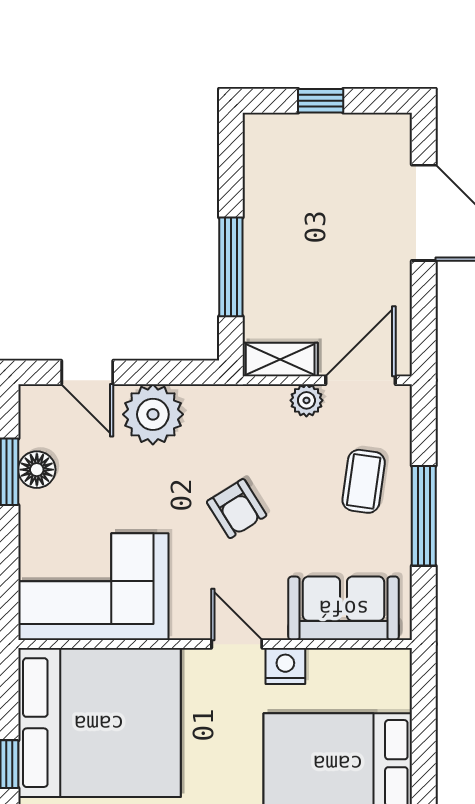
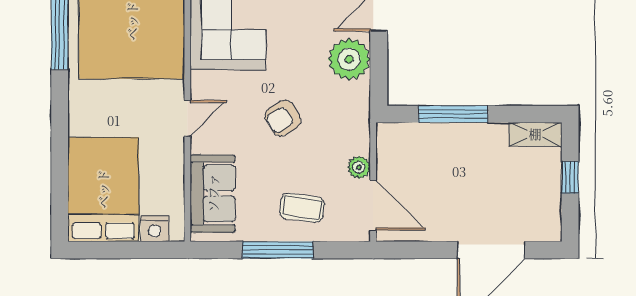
shelving: (280, 359) -> (535, 134), moved, turned 90
nightstand: (285, 666) -> (155, 229), moved, turned 90

